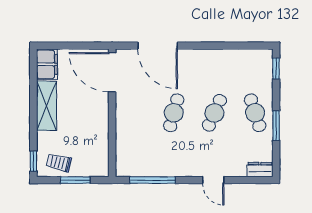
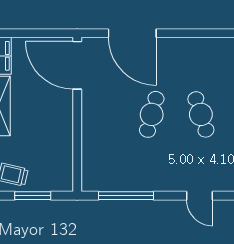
cafe table: (214, 113) -> (201, 114), turned -42

